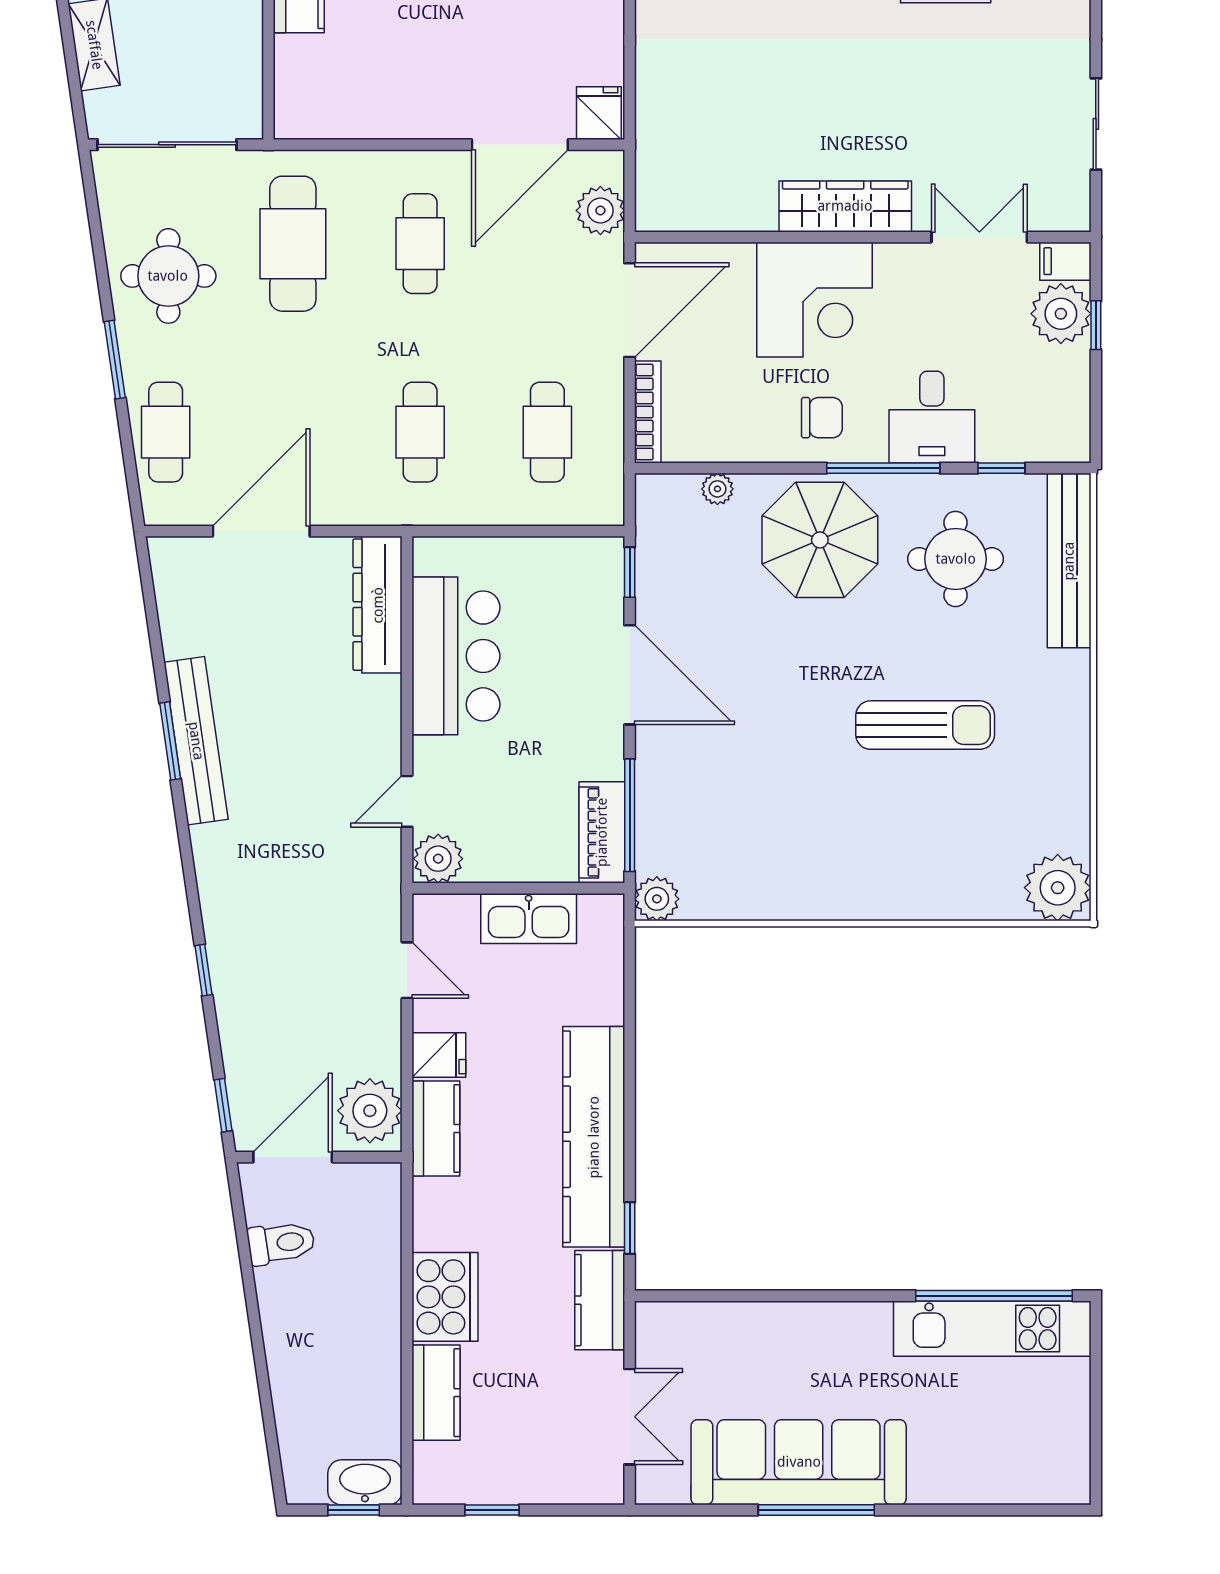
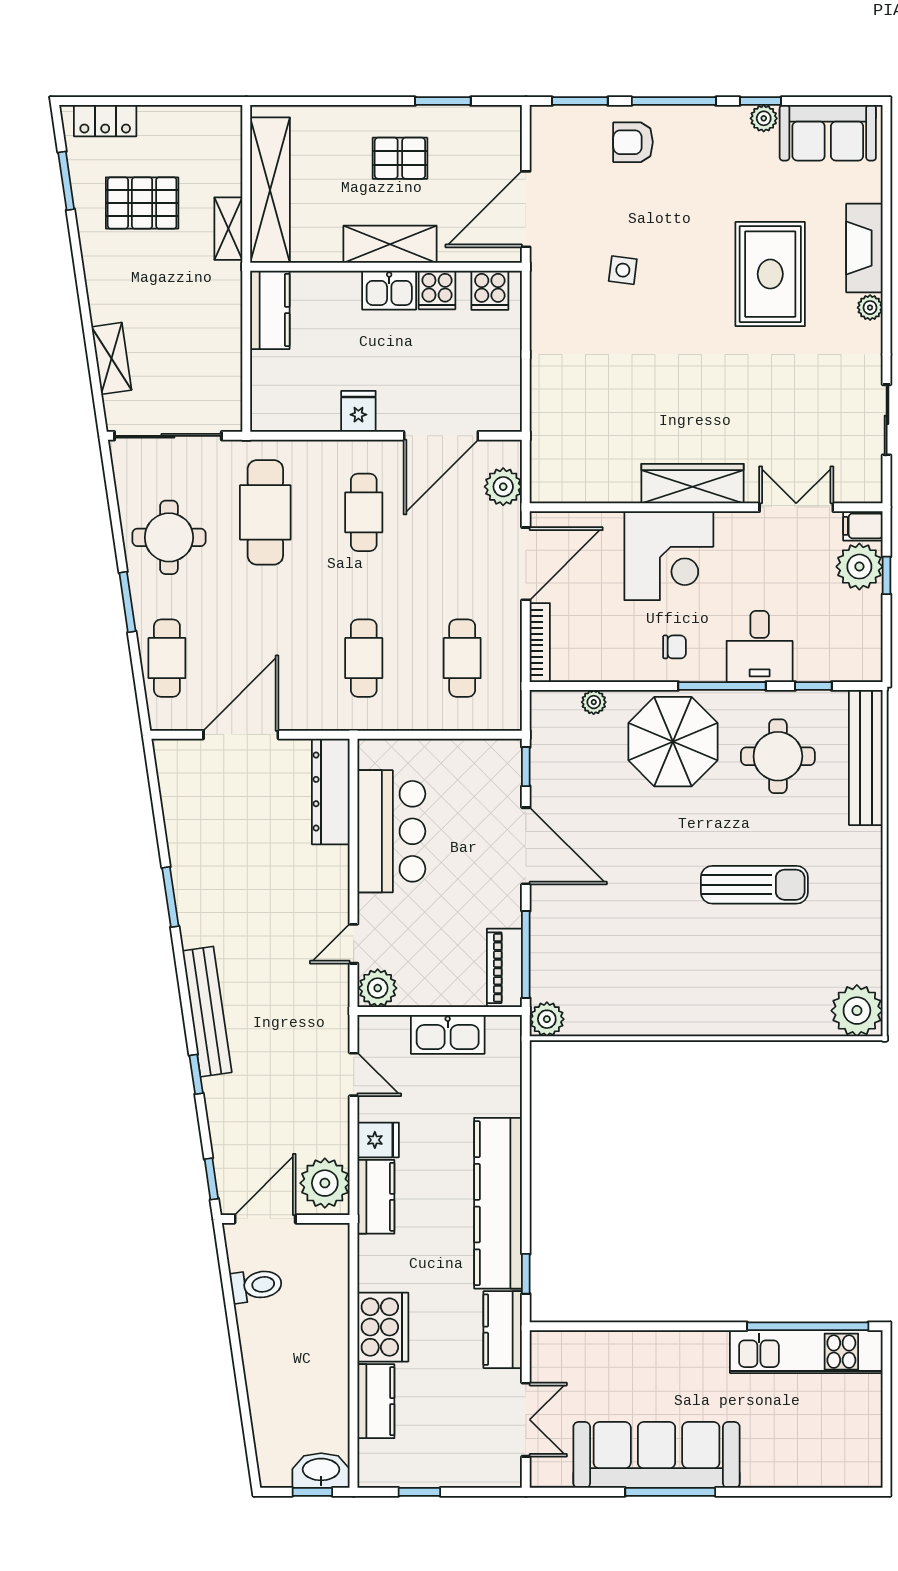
fridge: (599, 113) -> (358, 411), moved
chair: (822, 418) -> (675, 647), width x0.73, depth x0.73
bench: (196, 741) -> (207, 1012), moved

